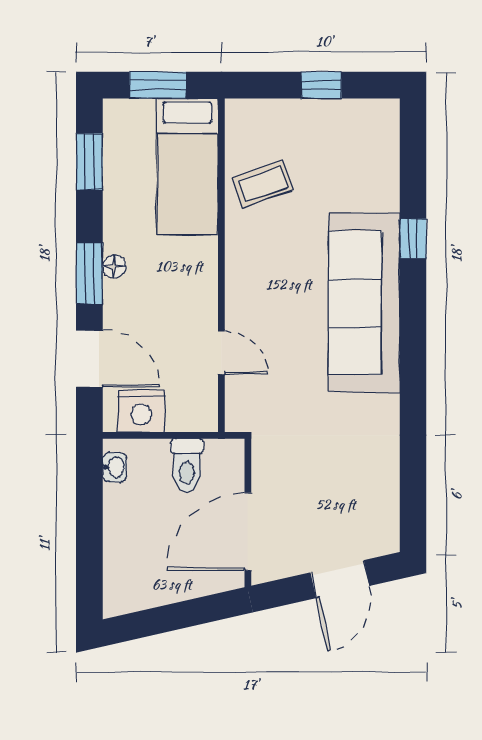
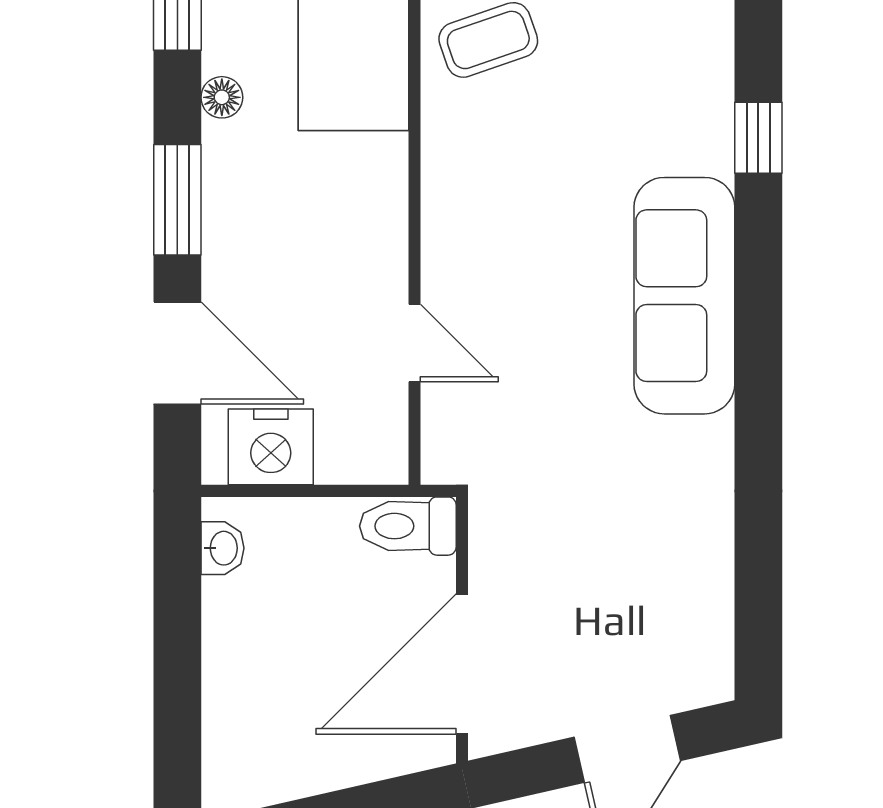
floor lamp: (114, 266) -> (222, 97), moved
sofa: (364, 303) -> (684, 296), width x0.74, depth x0.79
toilet: (187, 465) -> (408, 526), moved, turned 90

